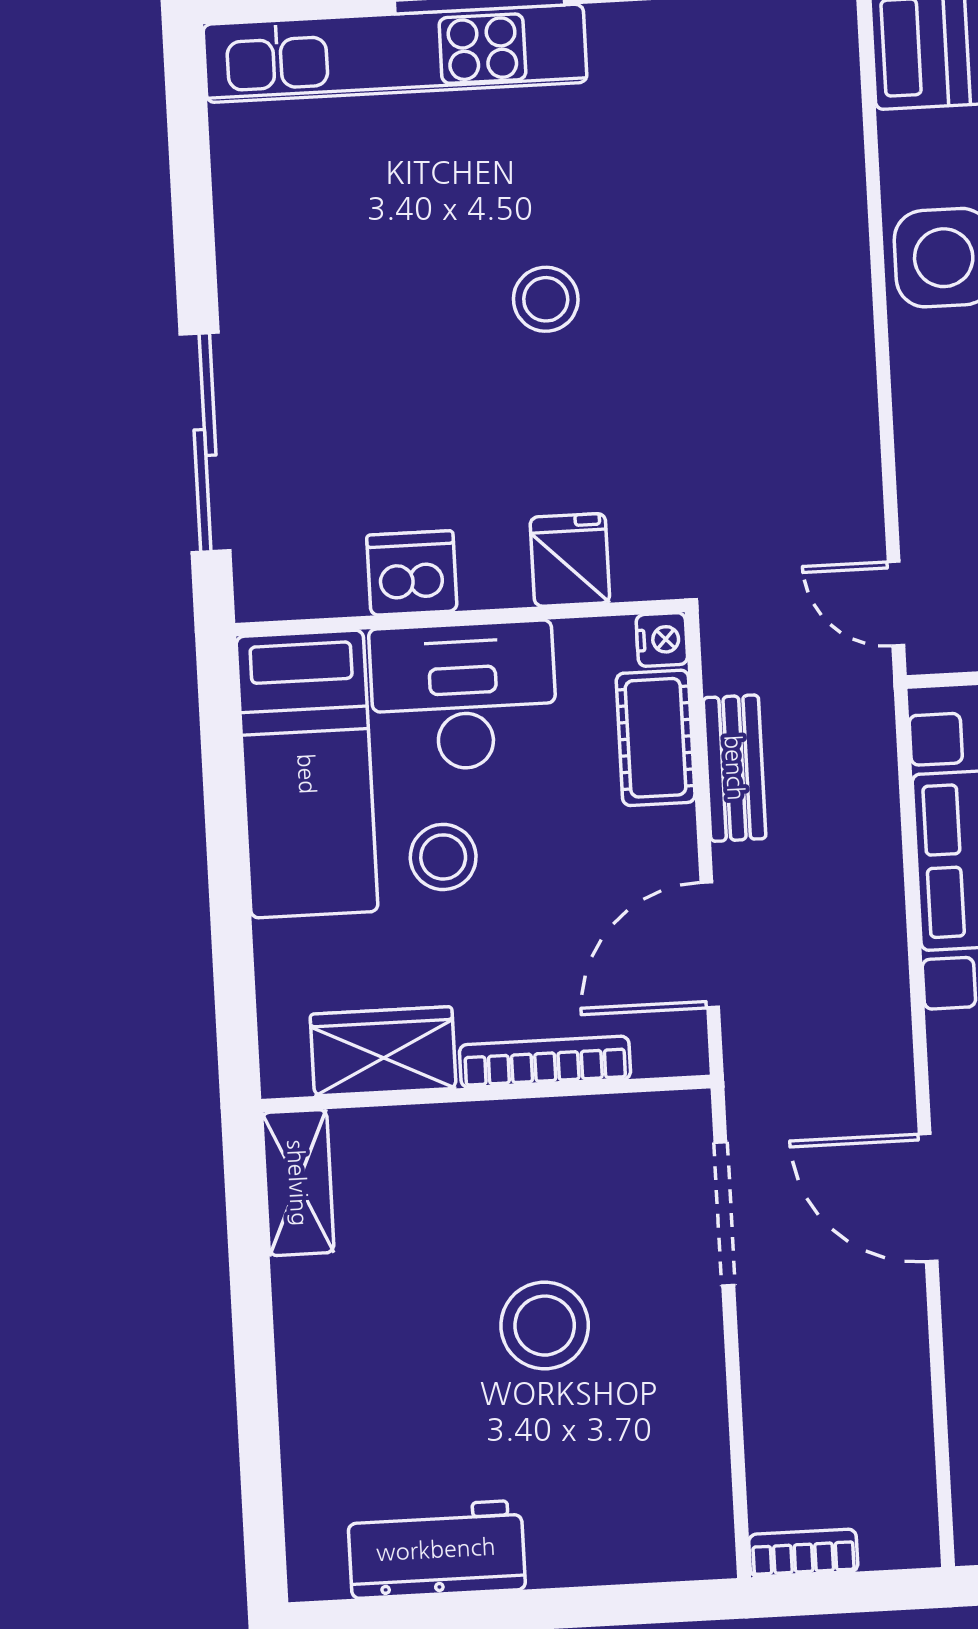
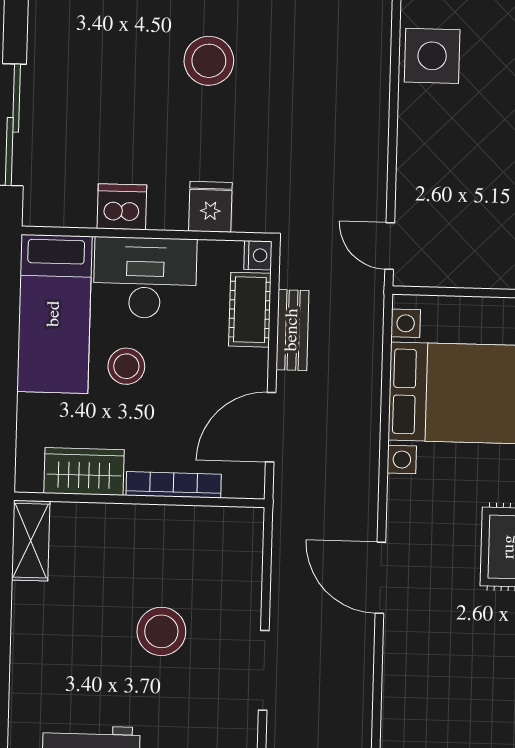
stool: (546, 299) -> (209, 61), width x1.38, depth x1.38
doorway: (724, 1214) -> (264, 670), moved

